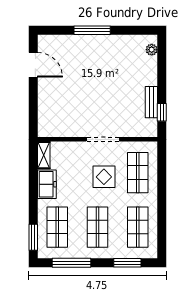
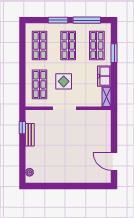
window: (92, 30) -> (72, 186), removed
window: (33, 237) -> (114, 53), moved
window: (127, 263) -> (58, 20), moved

